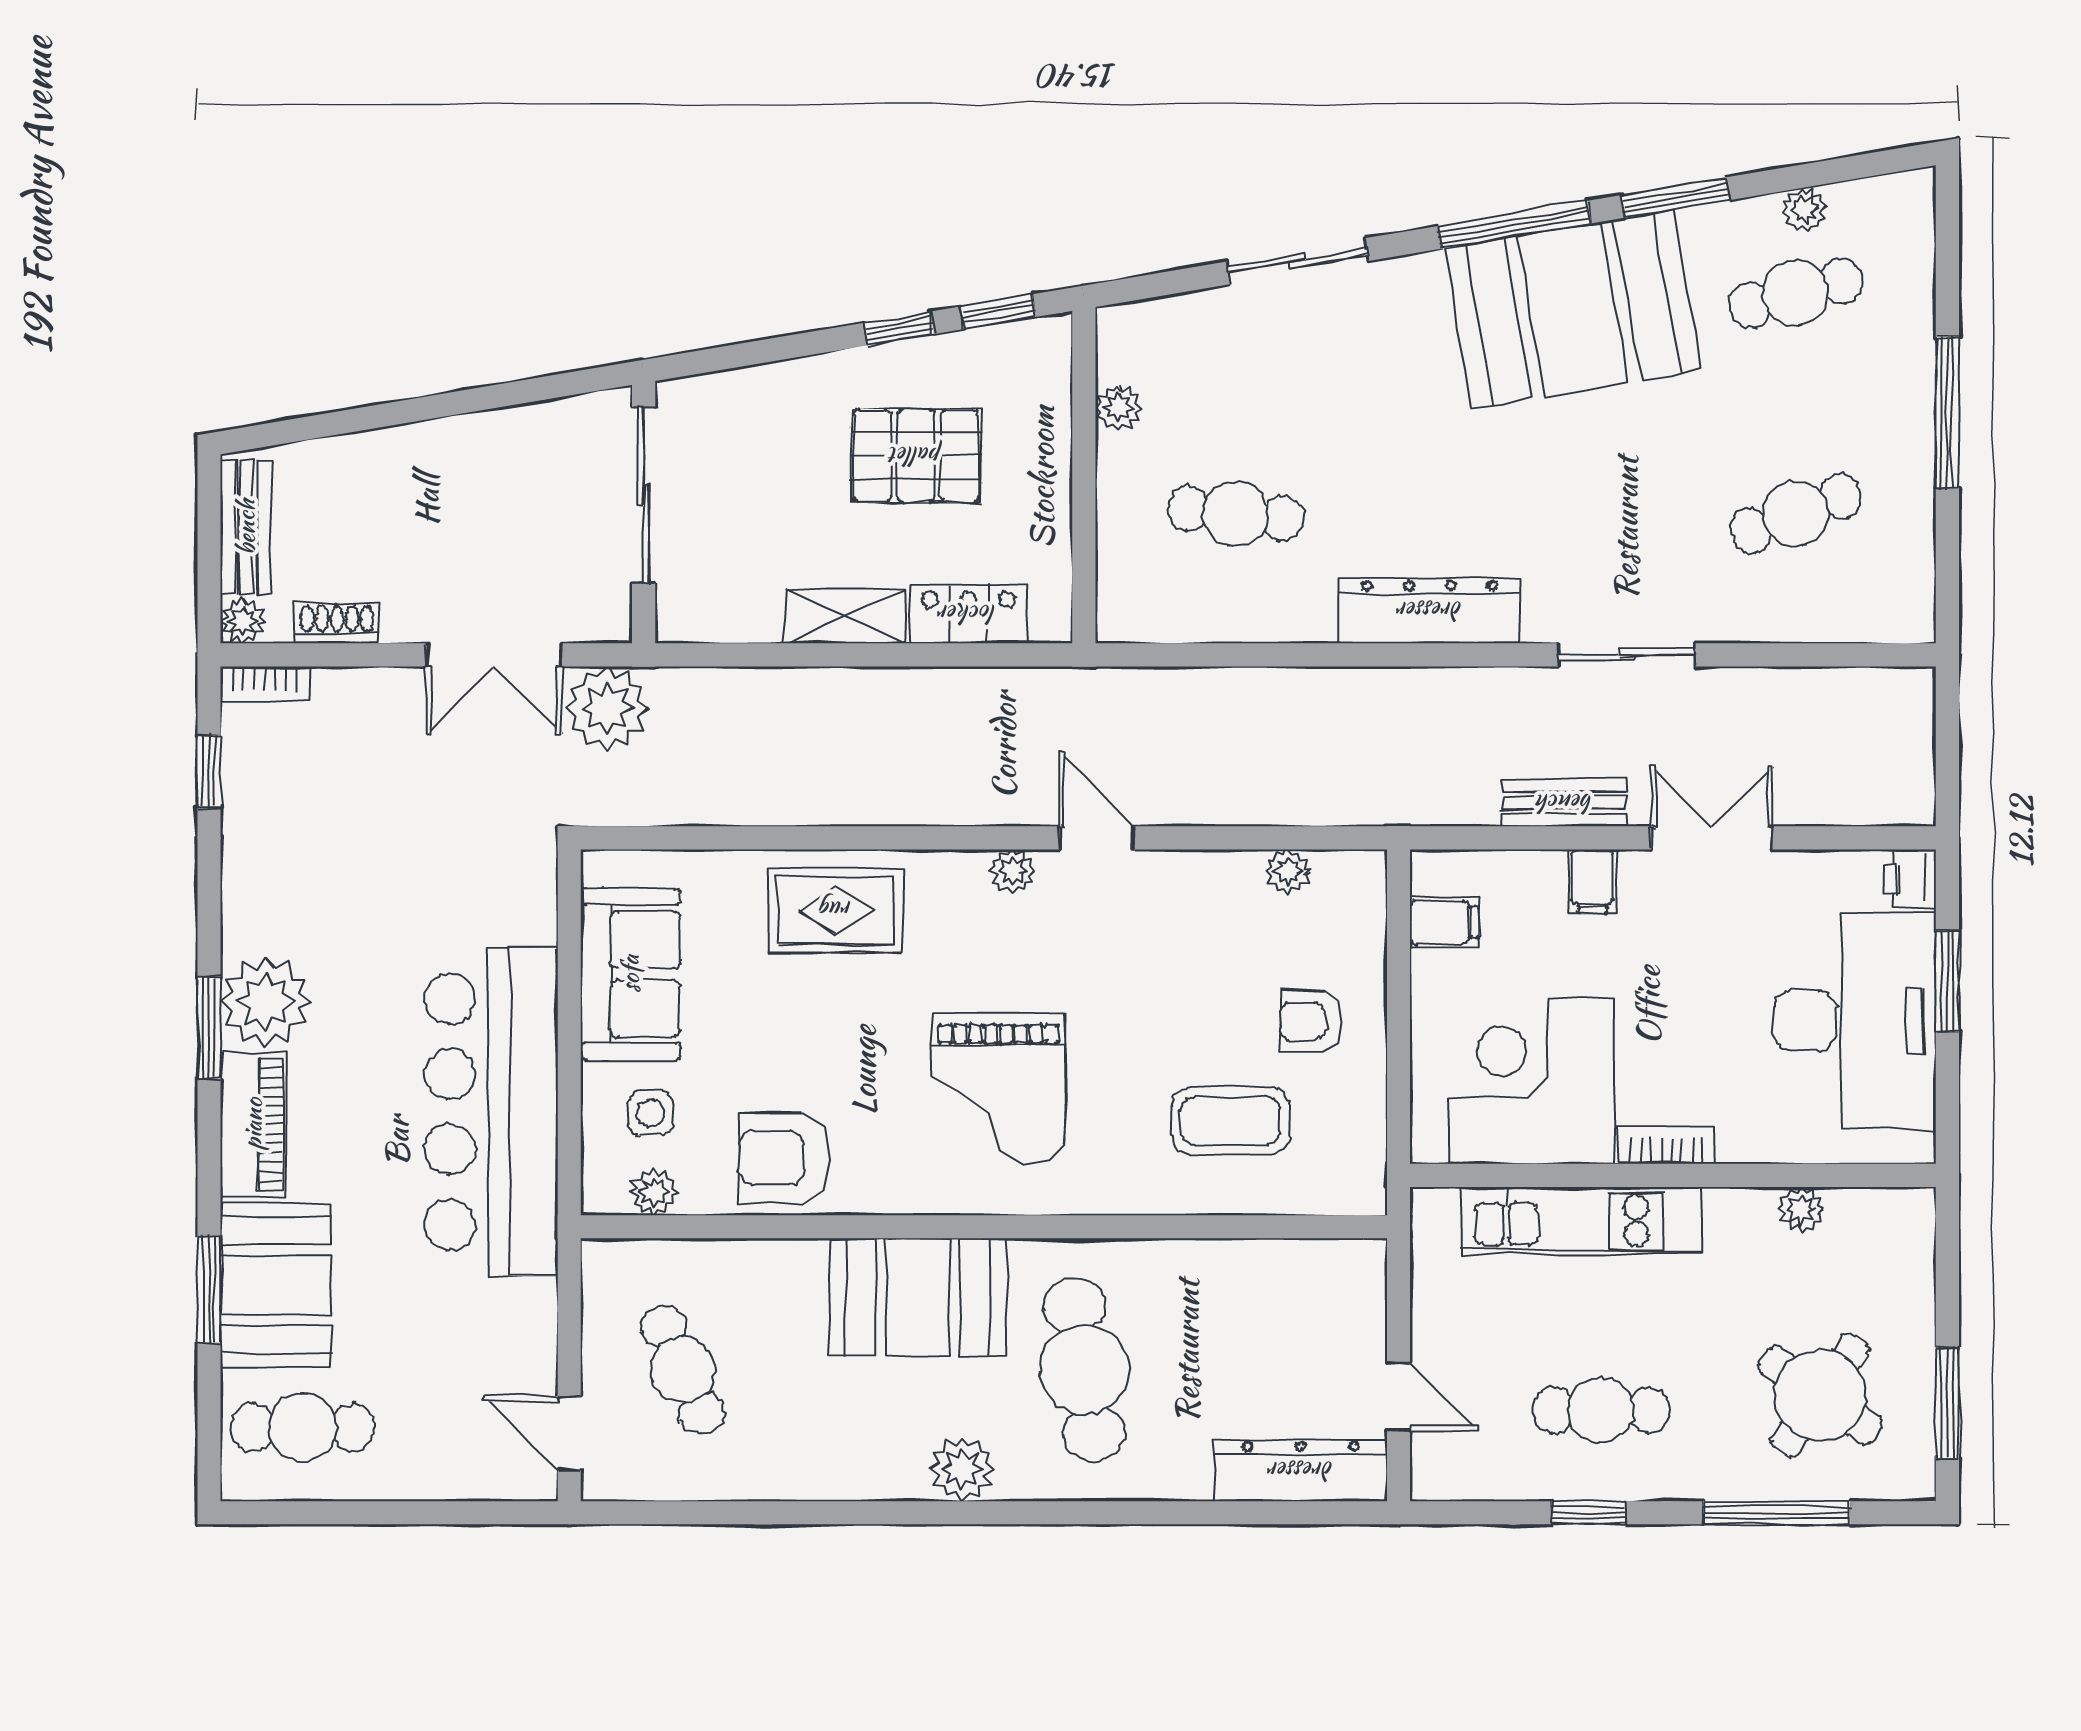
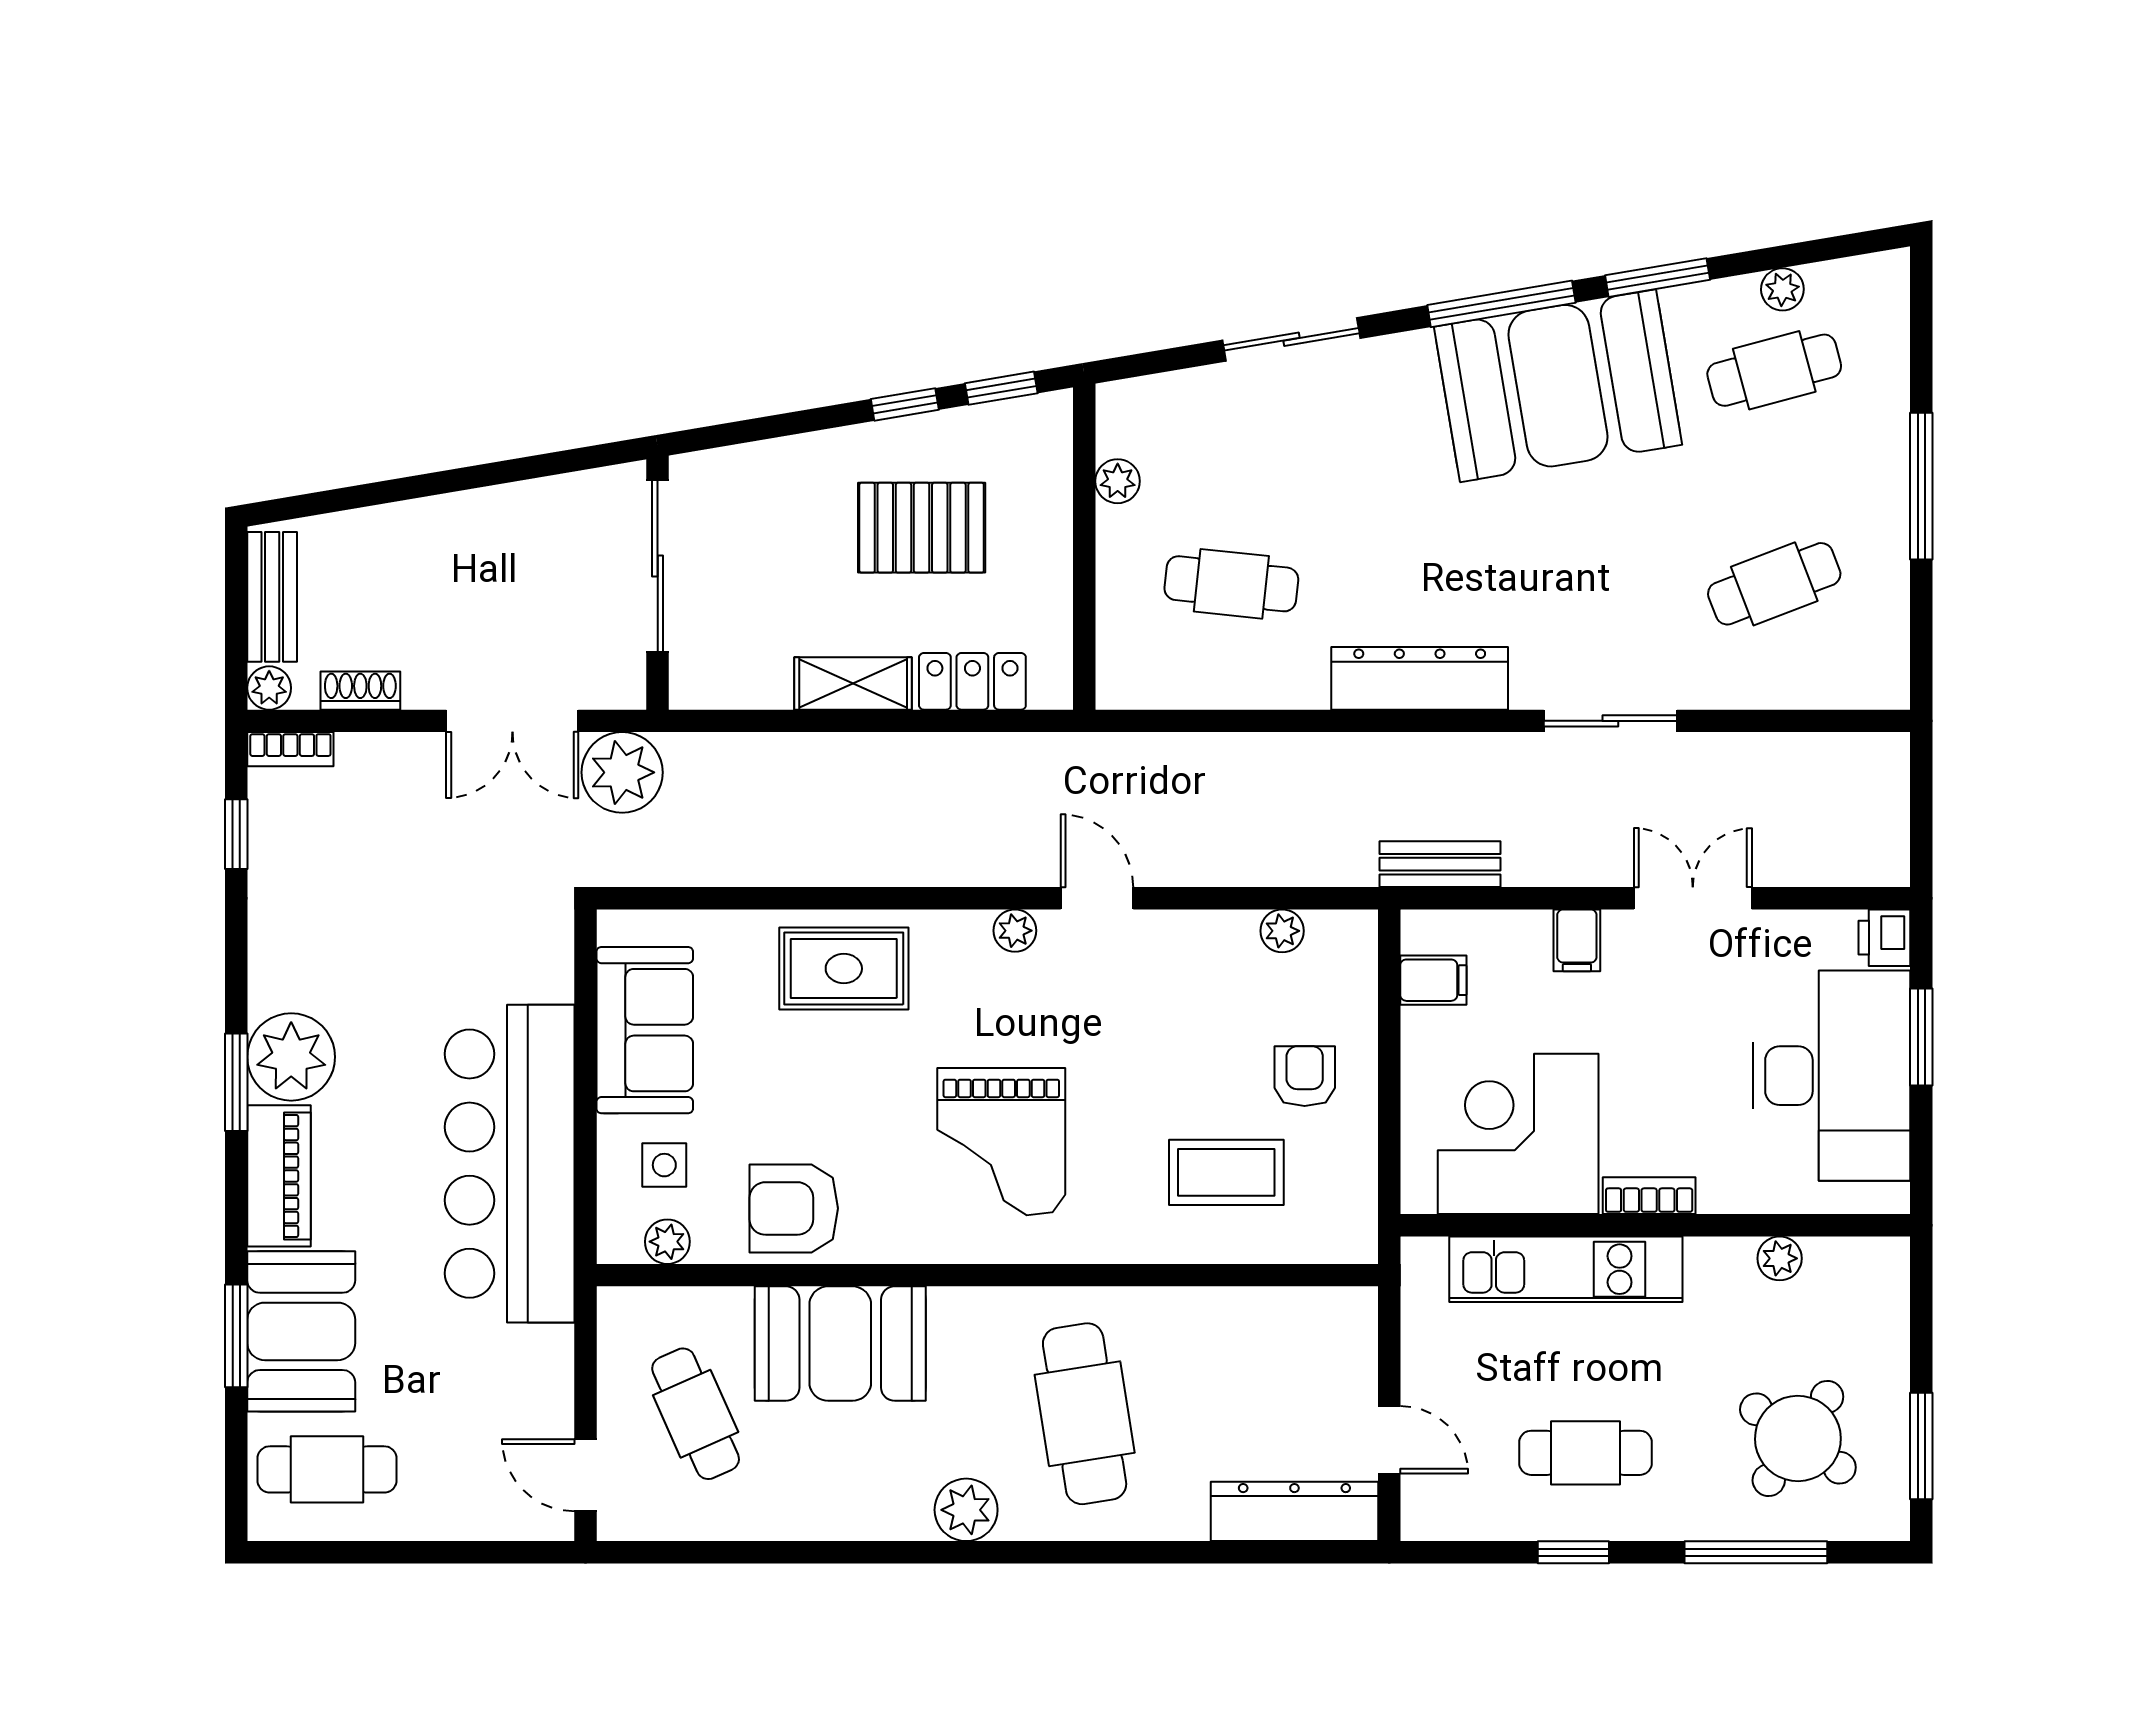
bench: (1565, 803) -> (1440, 864), moved
armchair: (1311, 1021) -> (1305, 1076), turned 90
booth: (918, 1297) -> (840, 1344), moved

